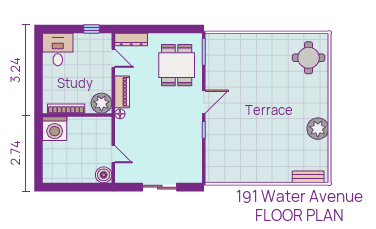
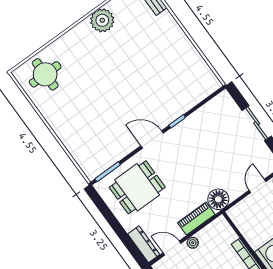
door: (113, 58) -> (172, 248), hinge flipped
plant: (101, 103) -> (193, 243), moved, width x0.53, depth x0.53
floor lamp: (120, 114) -> (218, 199), width x1.89, depth x1.89

